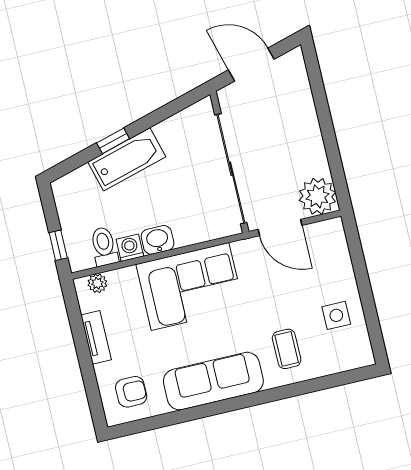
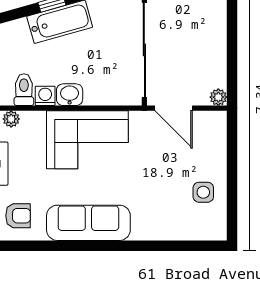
plant: (317, 196) -> (218, 97), width x0.53, depth x0.53
coffee table: (287, 349) -> (156, 210), removed

